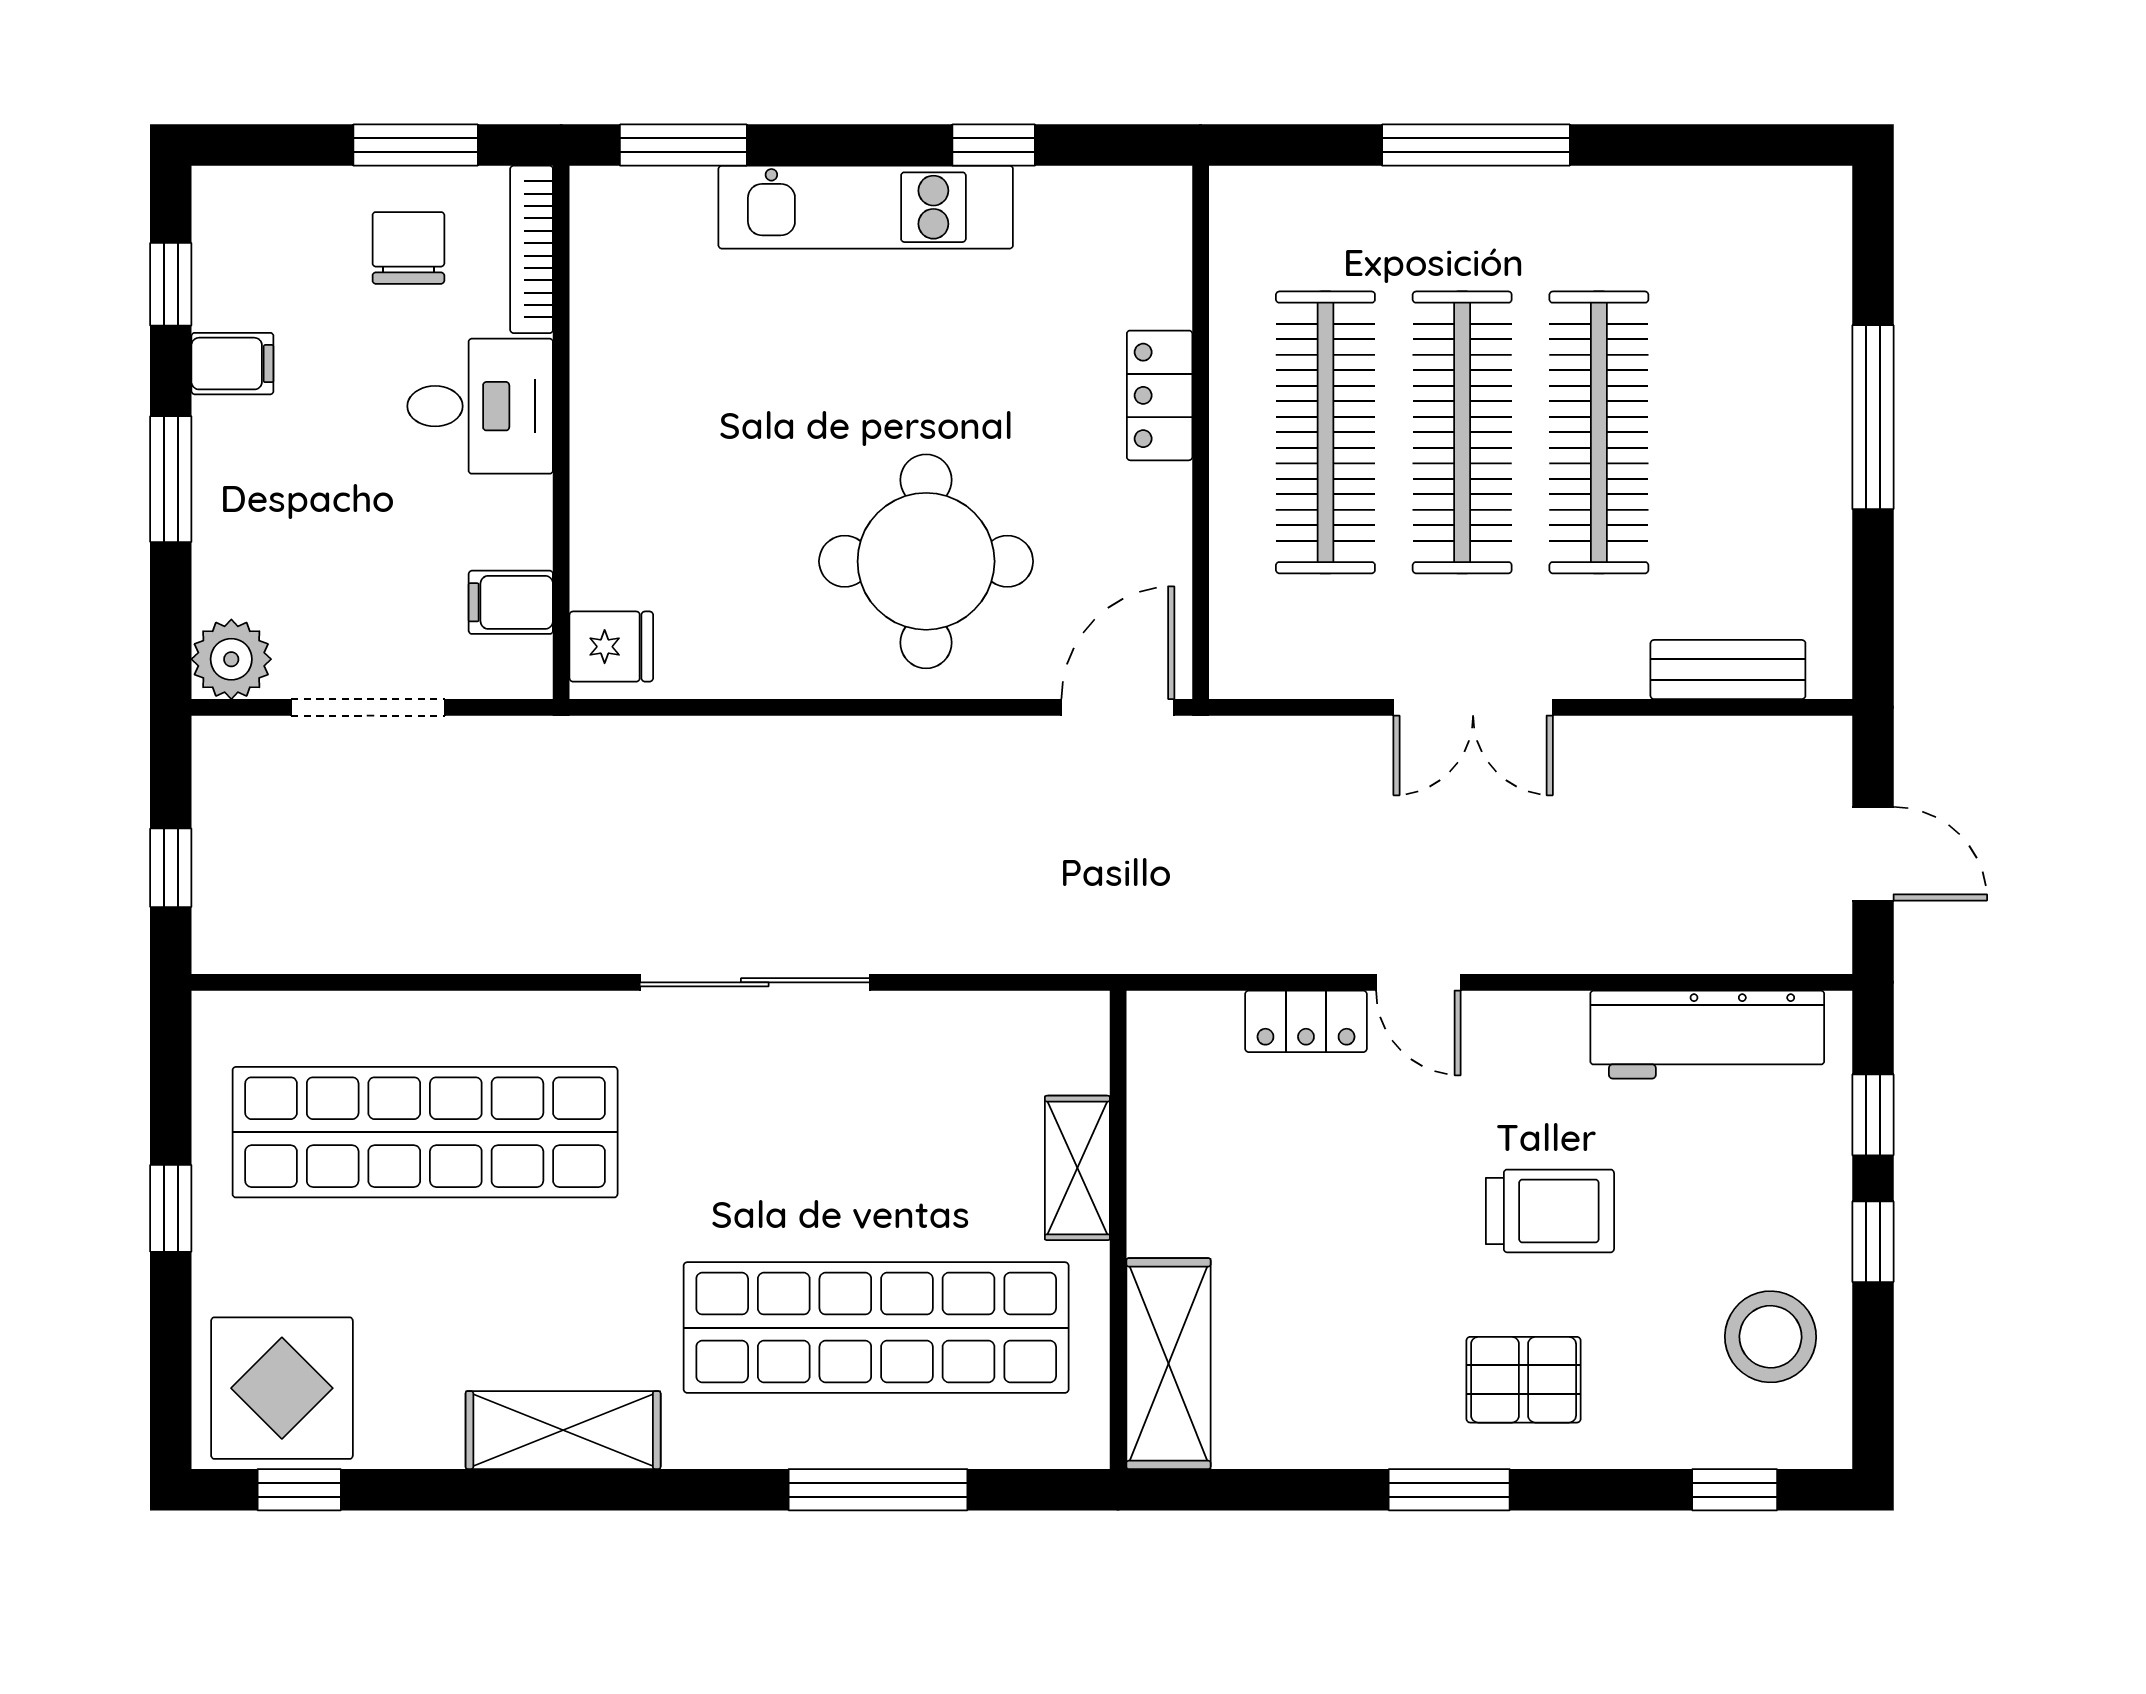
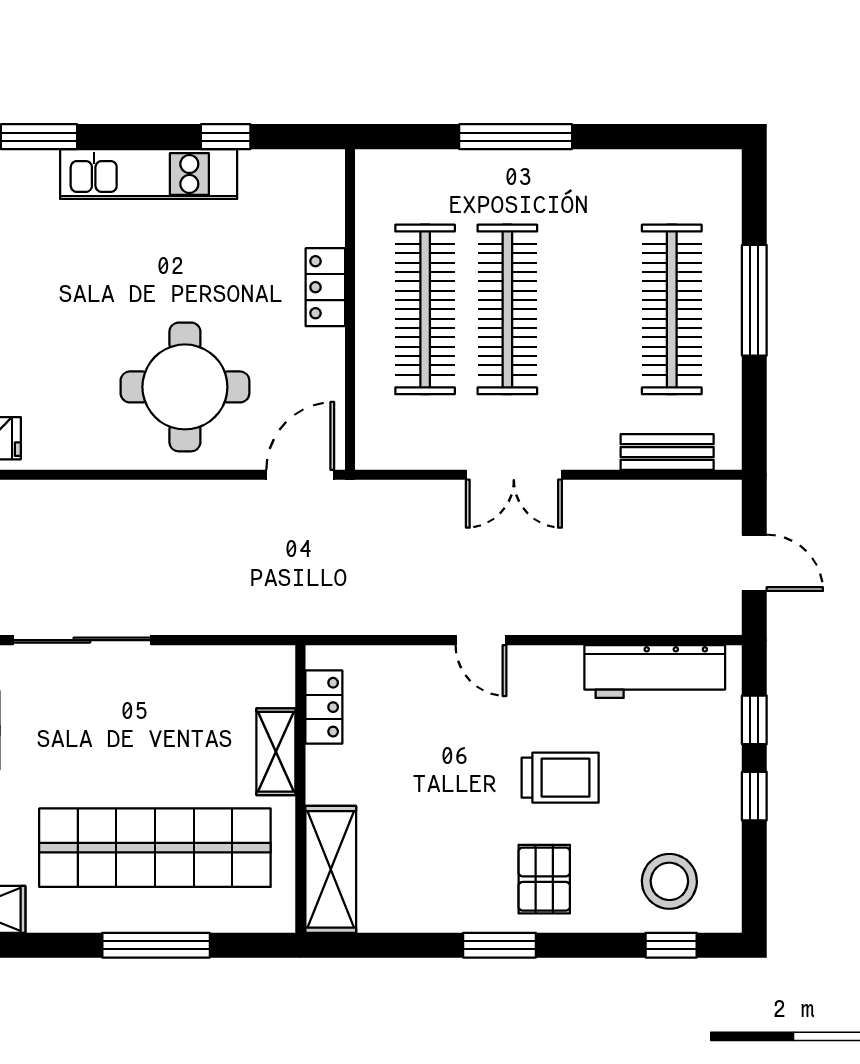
clothes rail: (1599, 432) -> (672, 309), moved
locker: (1306, 1021) -> (324, 707), moved, turned -90
stool: (1770, 1337) -> (669, 881), moved
pallet: (1524, 1380) -> (544, 879), turned 90

